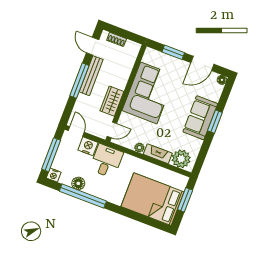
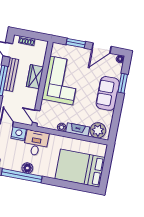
wardrobe: (112, 101) -> (35, 77), moved
window: (215, 122) -> (123, 83), moved
door: (112, 130) -> (36, 117), swing flipped
floor lamp: (78, 183) -> (27, 168), moved
window: (185, 200) -> (107, 164), removed

